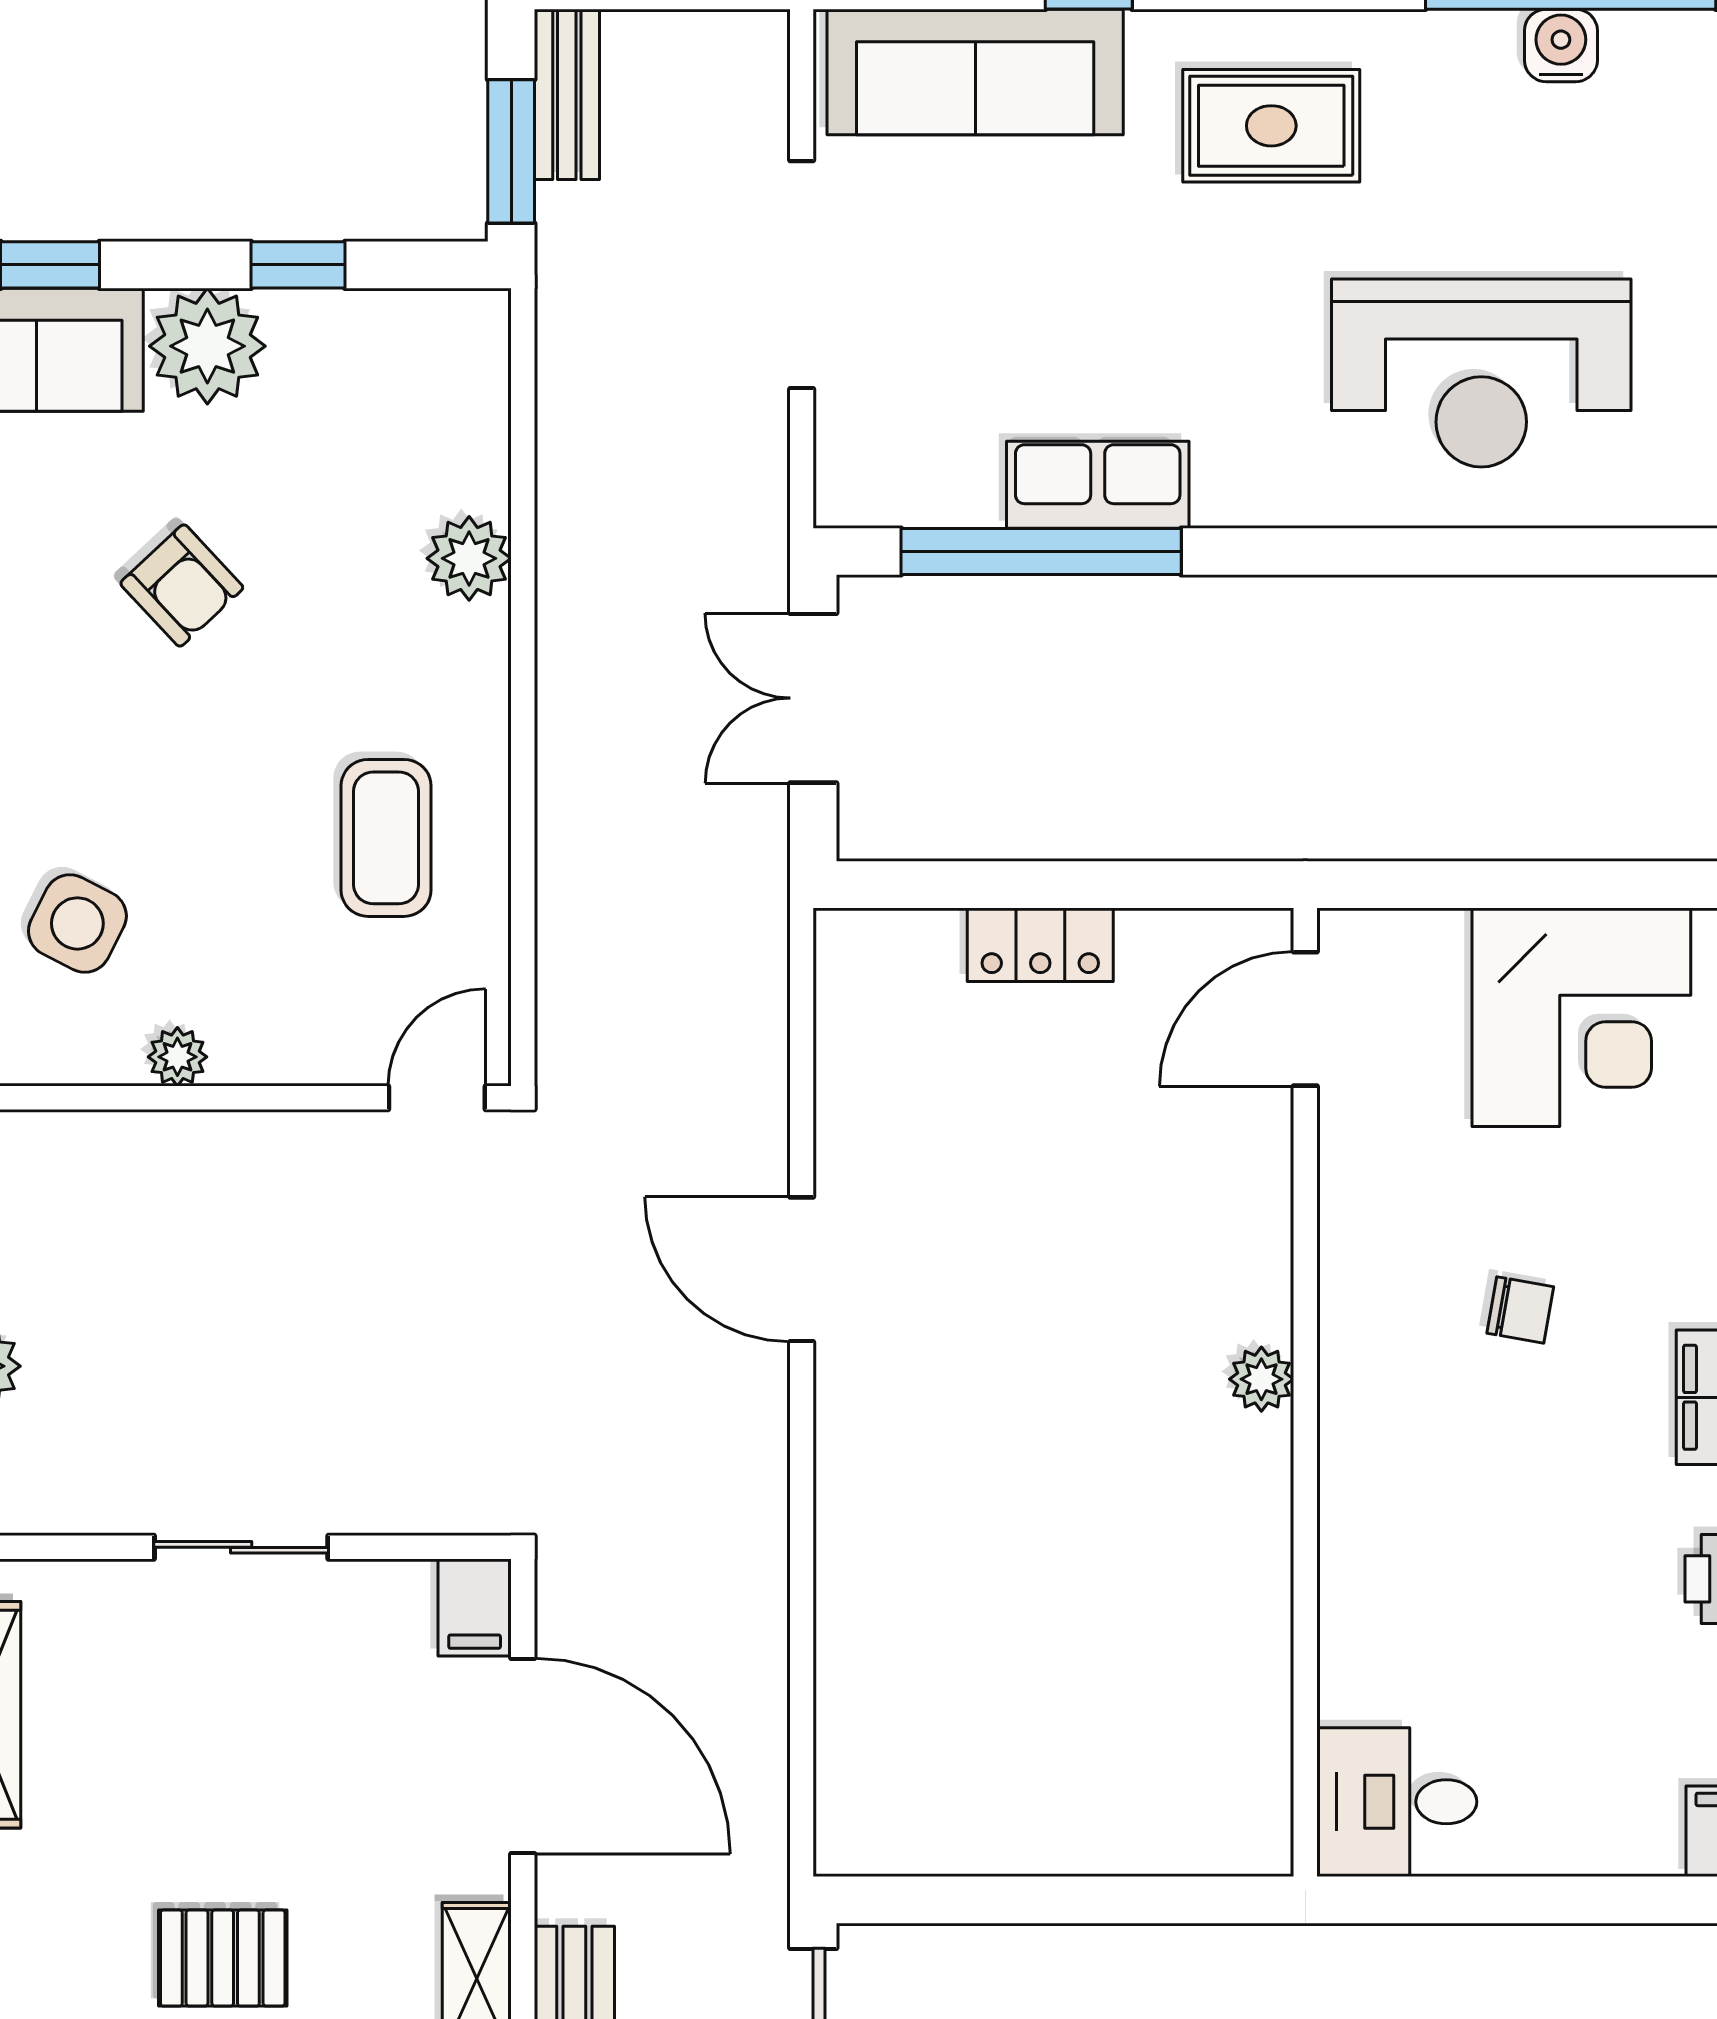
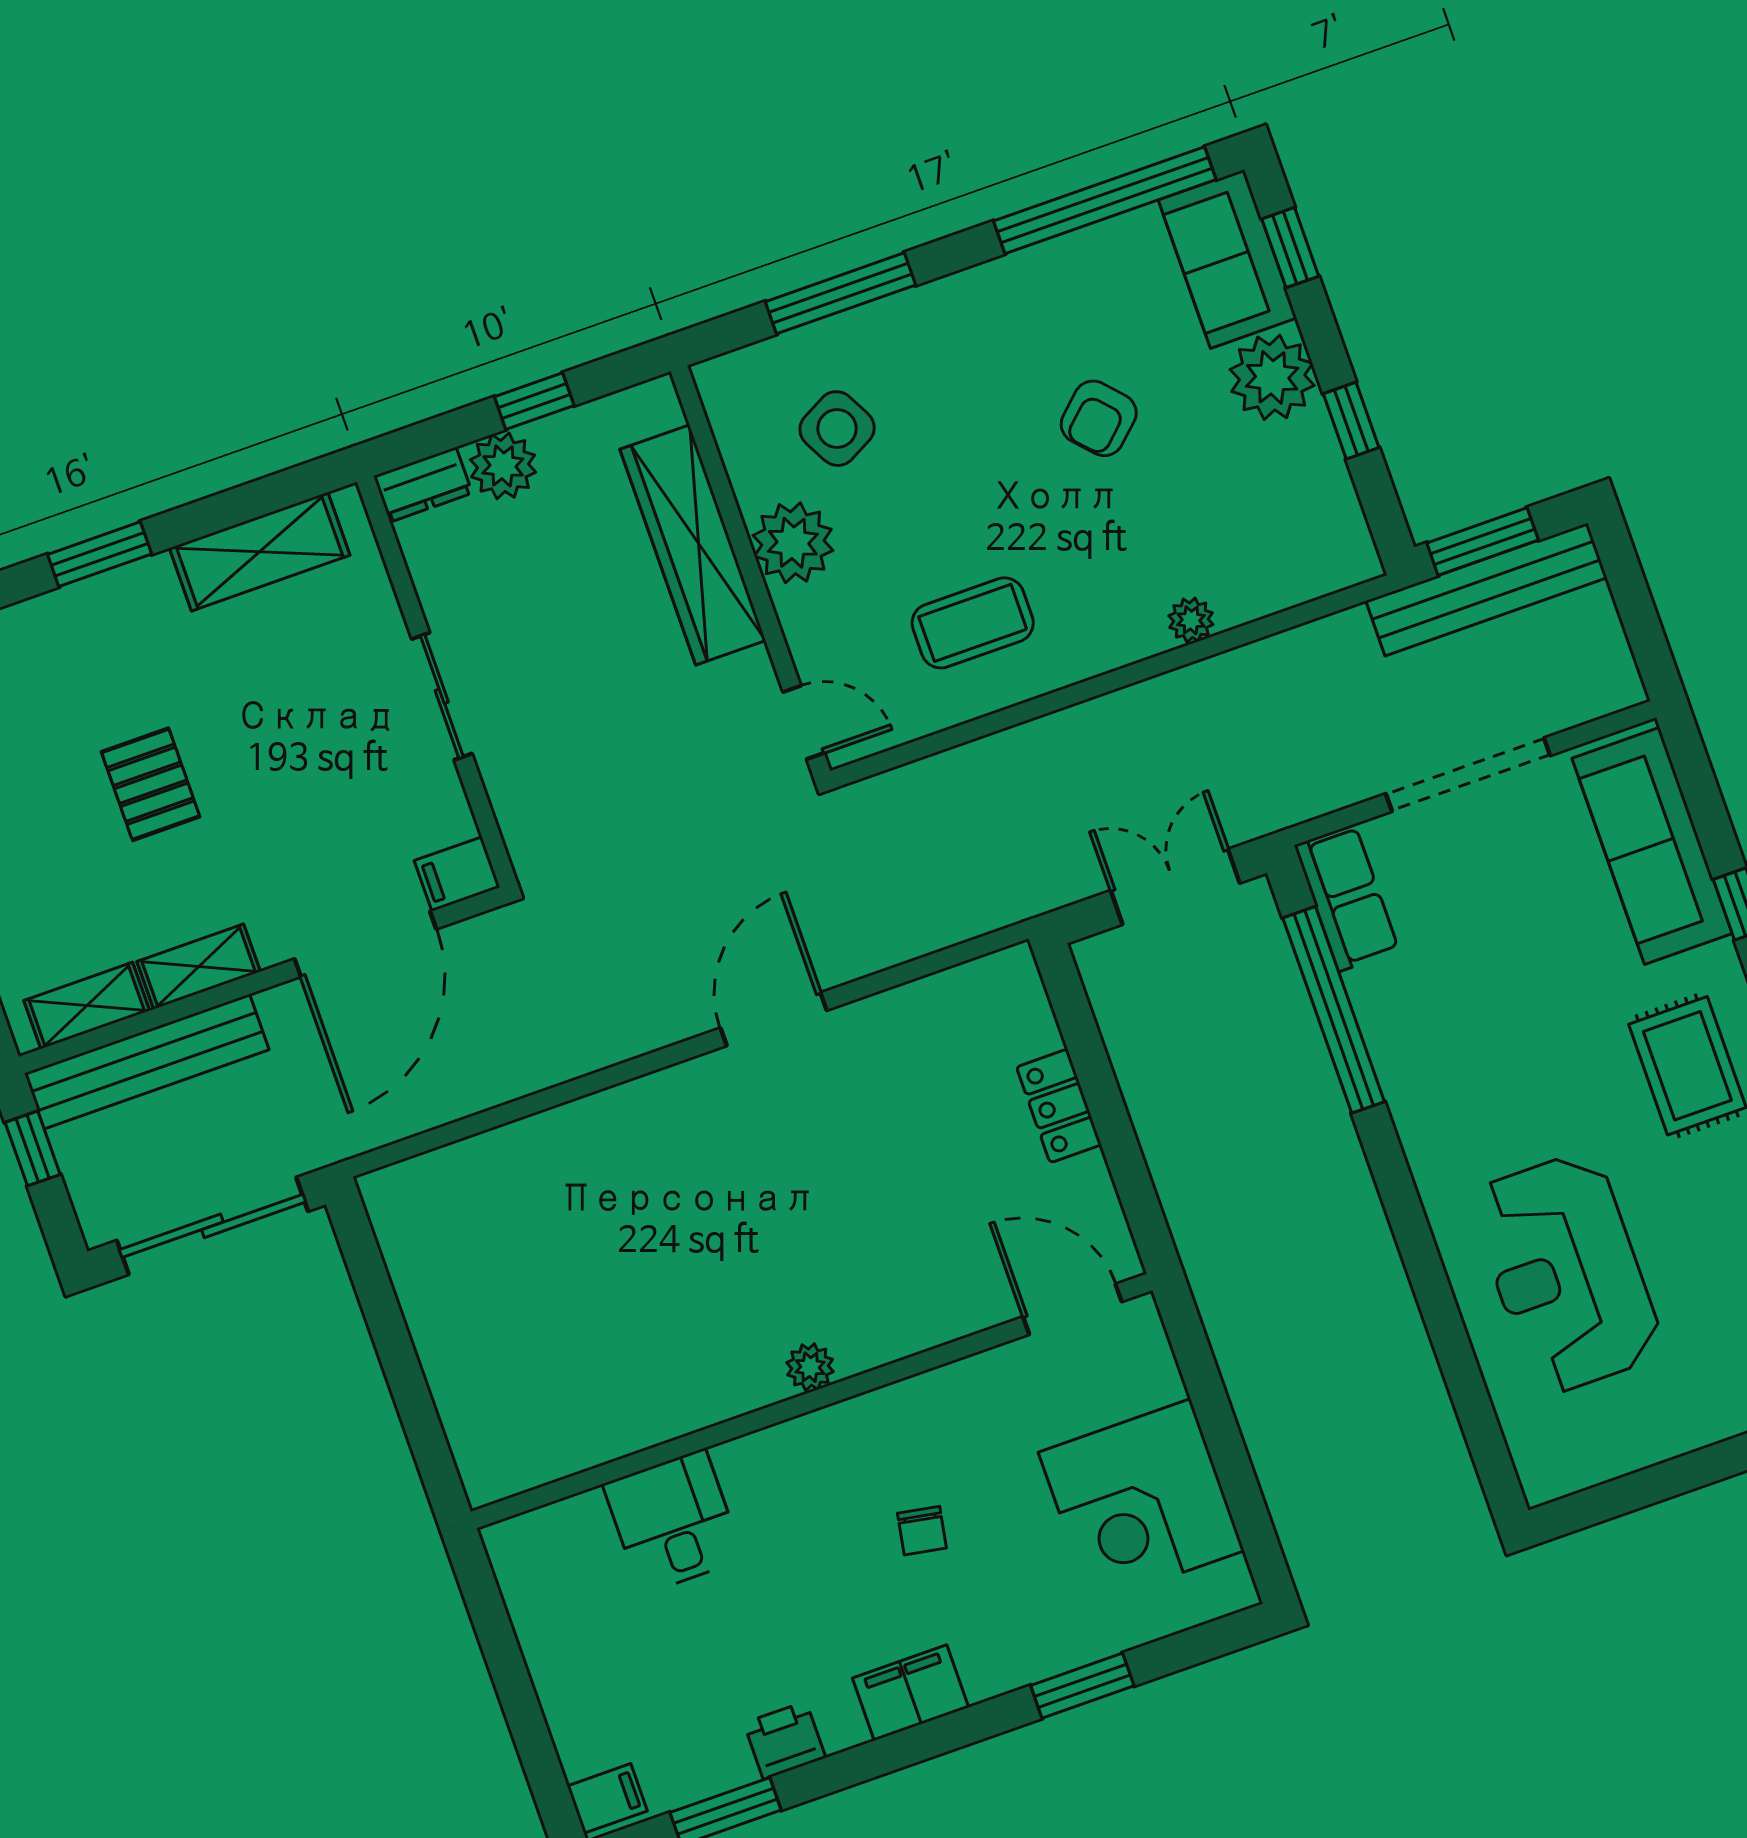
bench: (567, 94) -> (1486, 589), width x1.86, depth x1.21
row of seats: (1098, 485) -> (1347, 898), moved
plant: (469, 558) -> (1191, 620), width x0.73, depth x0.73
side table: (77, 923) -> (837, 429), turned 35
plant: (177, 1057) -> (793, 543), width x1.88, depth x1.88
wardrobe: (161, 1160) -> (693, 545), added
desk: (1397, 1802) -> (673, 1522), moved

